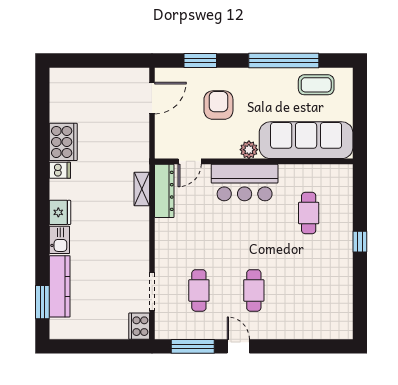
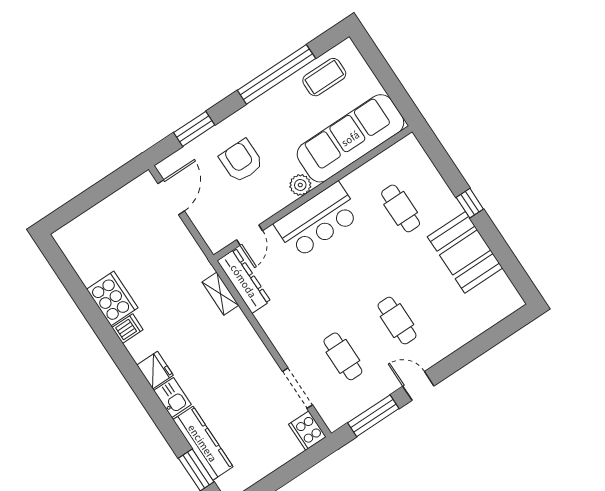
booth: (334, 274) -> (465, 252), added

